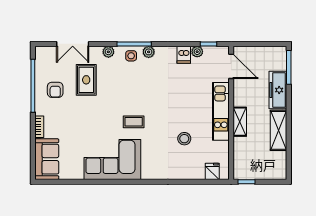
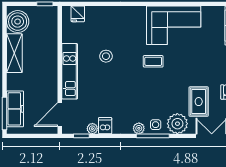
plant: (108, 52) -> (177, 124), width x1.88, depth x1.88
door: (231, 66) -> (60, 114), hinge flipped
freezer: (278, 90) -> (15, 109), moved
shelving: (240, 122) -> (51, 61), removed
stool: (184, 139) -> (106, 56), moved
boiler: (275, 163) -> (18, 22), added

